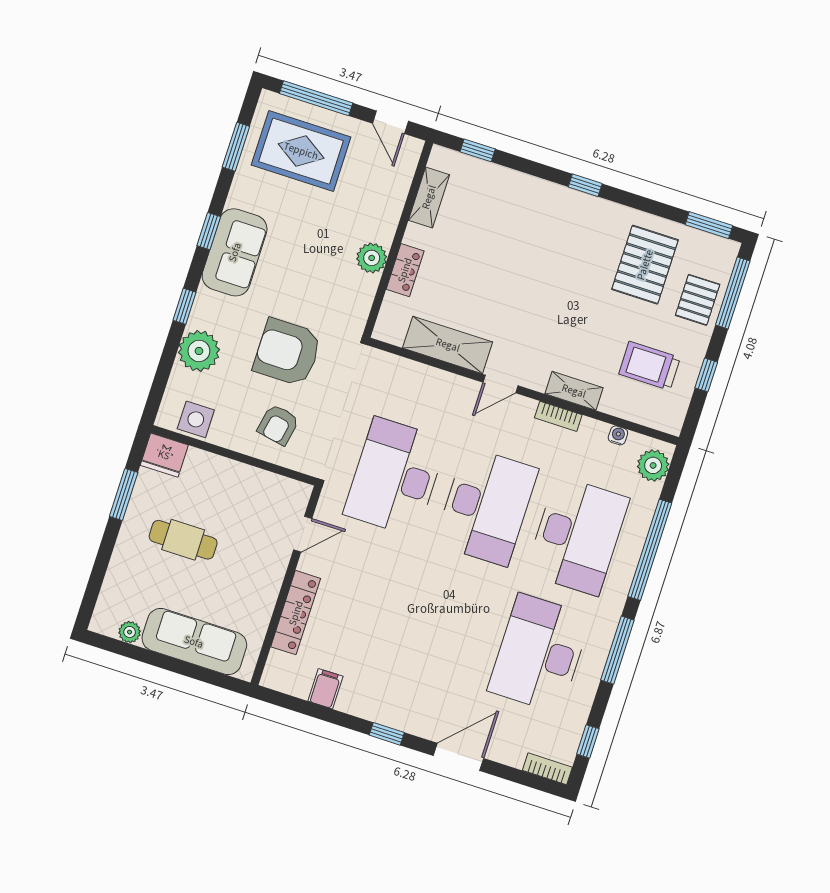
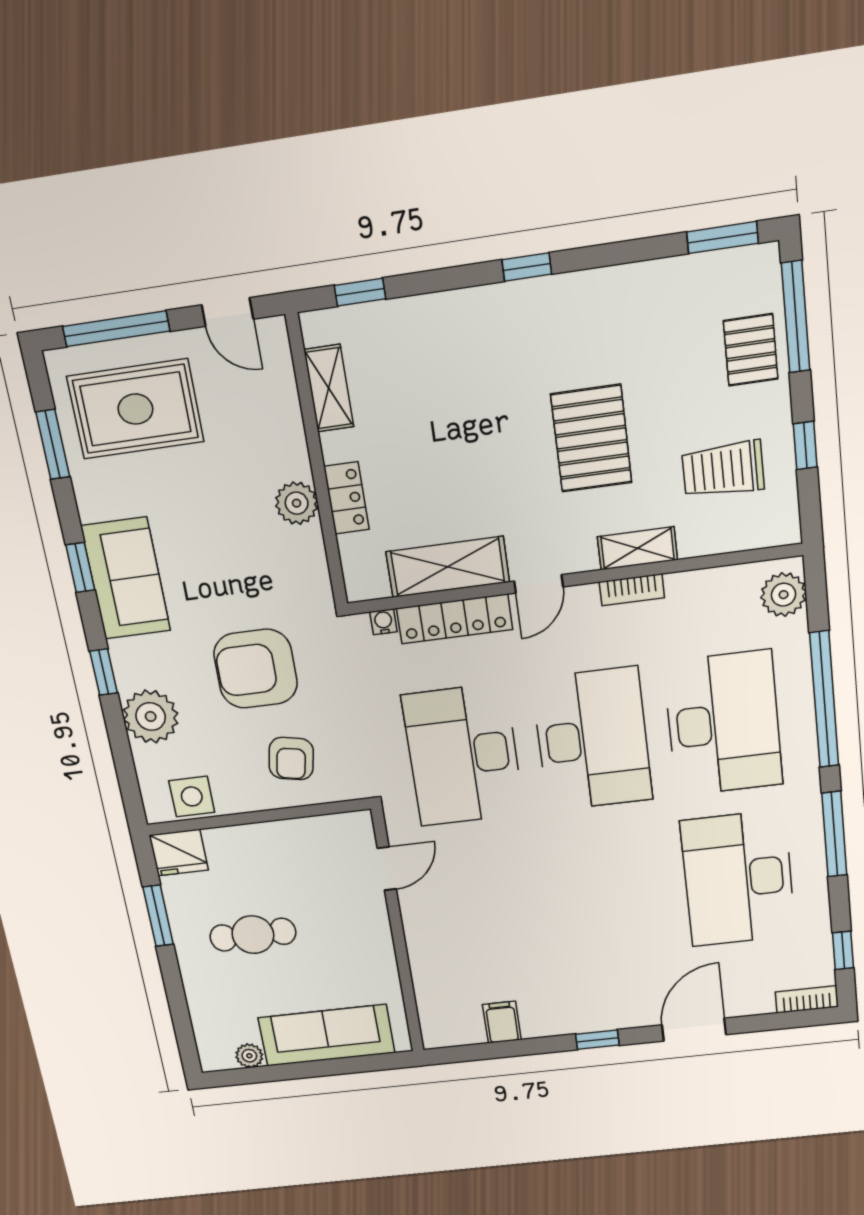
pallet: (645, 265) -> (591, 438), moved
water cooler: (618, 435) -> (383, 622), moved
locker: (296, 613) -> (455, 619), moved, turned 90

